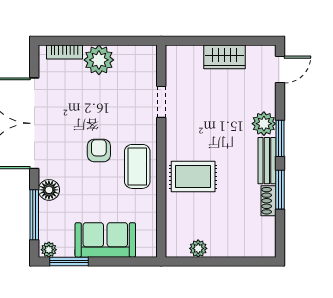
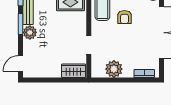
wardrobe: (225, 57) -> (74, 71), moved
plant: (99, 60) -> (114, 69), moved

